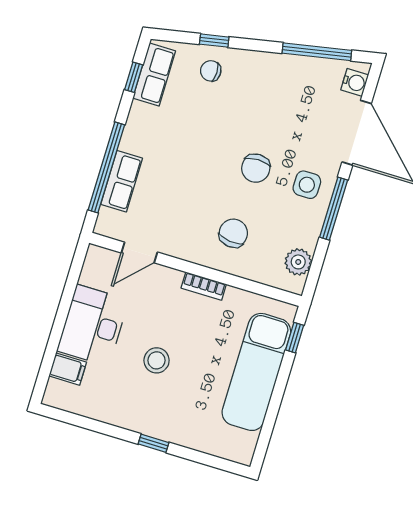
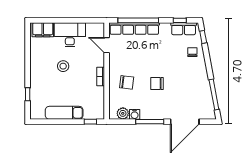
window: (214, 41) -> (203, 37), moved
water cooler: (355, 82) -> (135, 114), moved
row of seats: (122, 181) -> (134, 29), width x2.02
side table: (307, 185) -> (156, 107), removed
filing cabinet: (68, 369) -> (43, 30), width x2.00
exam couch: (256, 372) -> (64, 113), width x0.73, depth x0.69
window: (154, 443) -> (28, 94), moved

